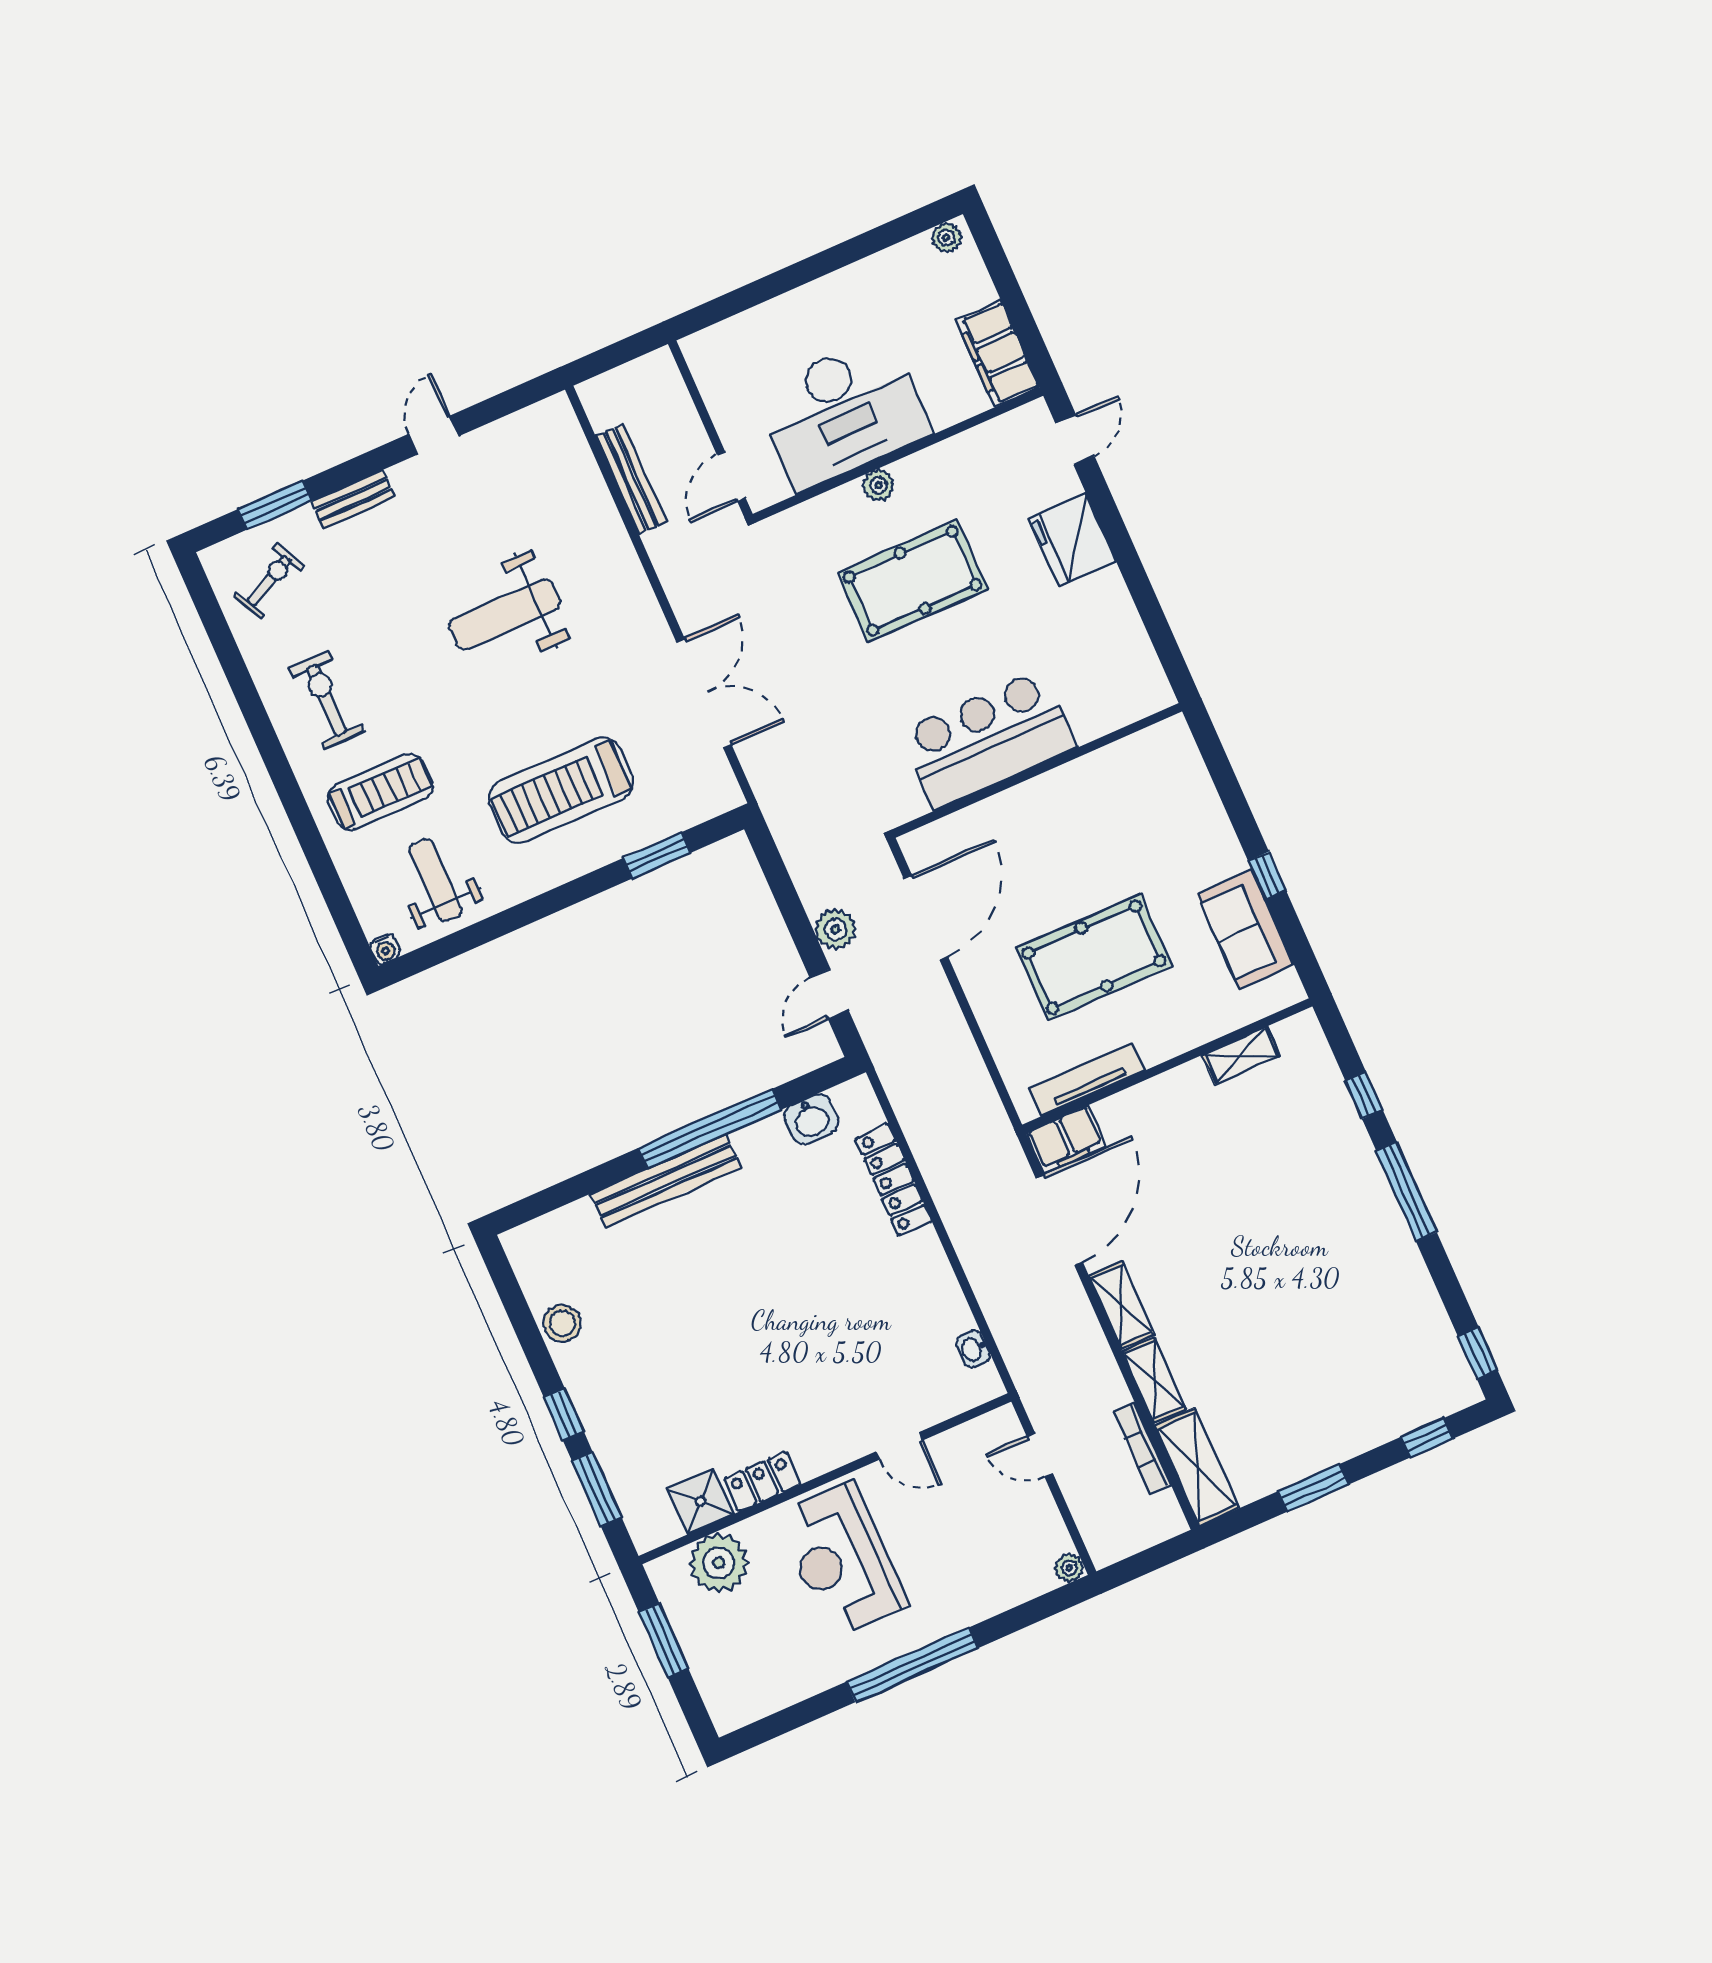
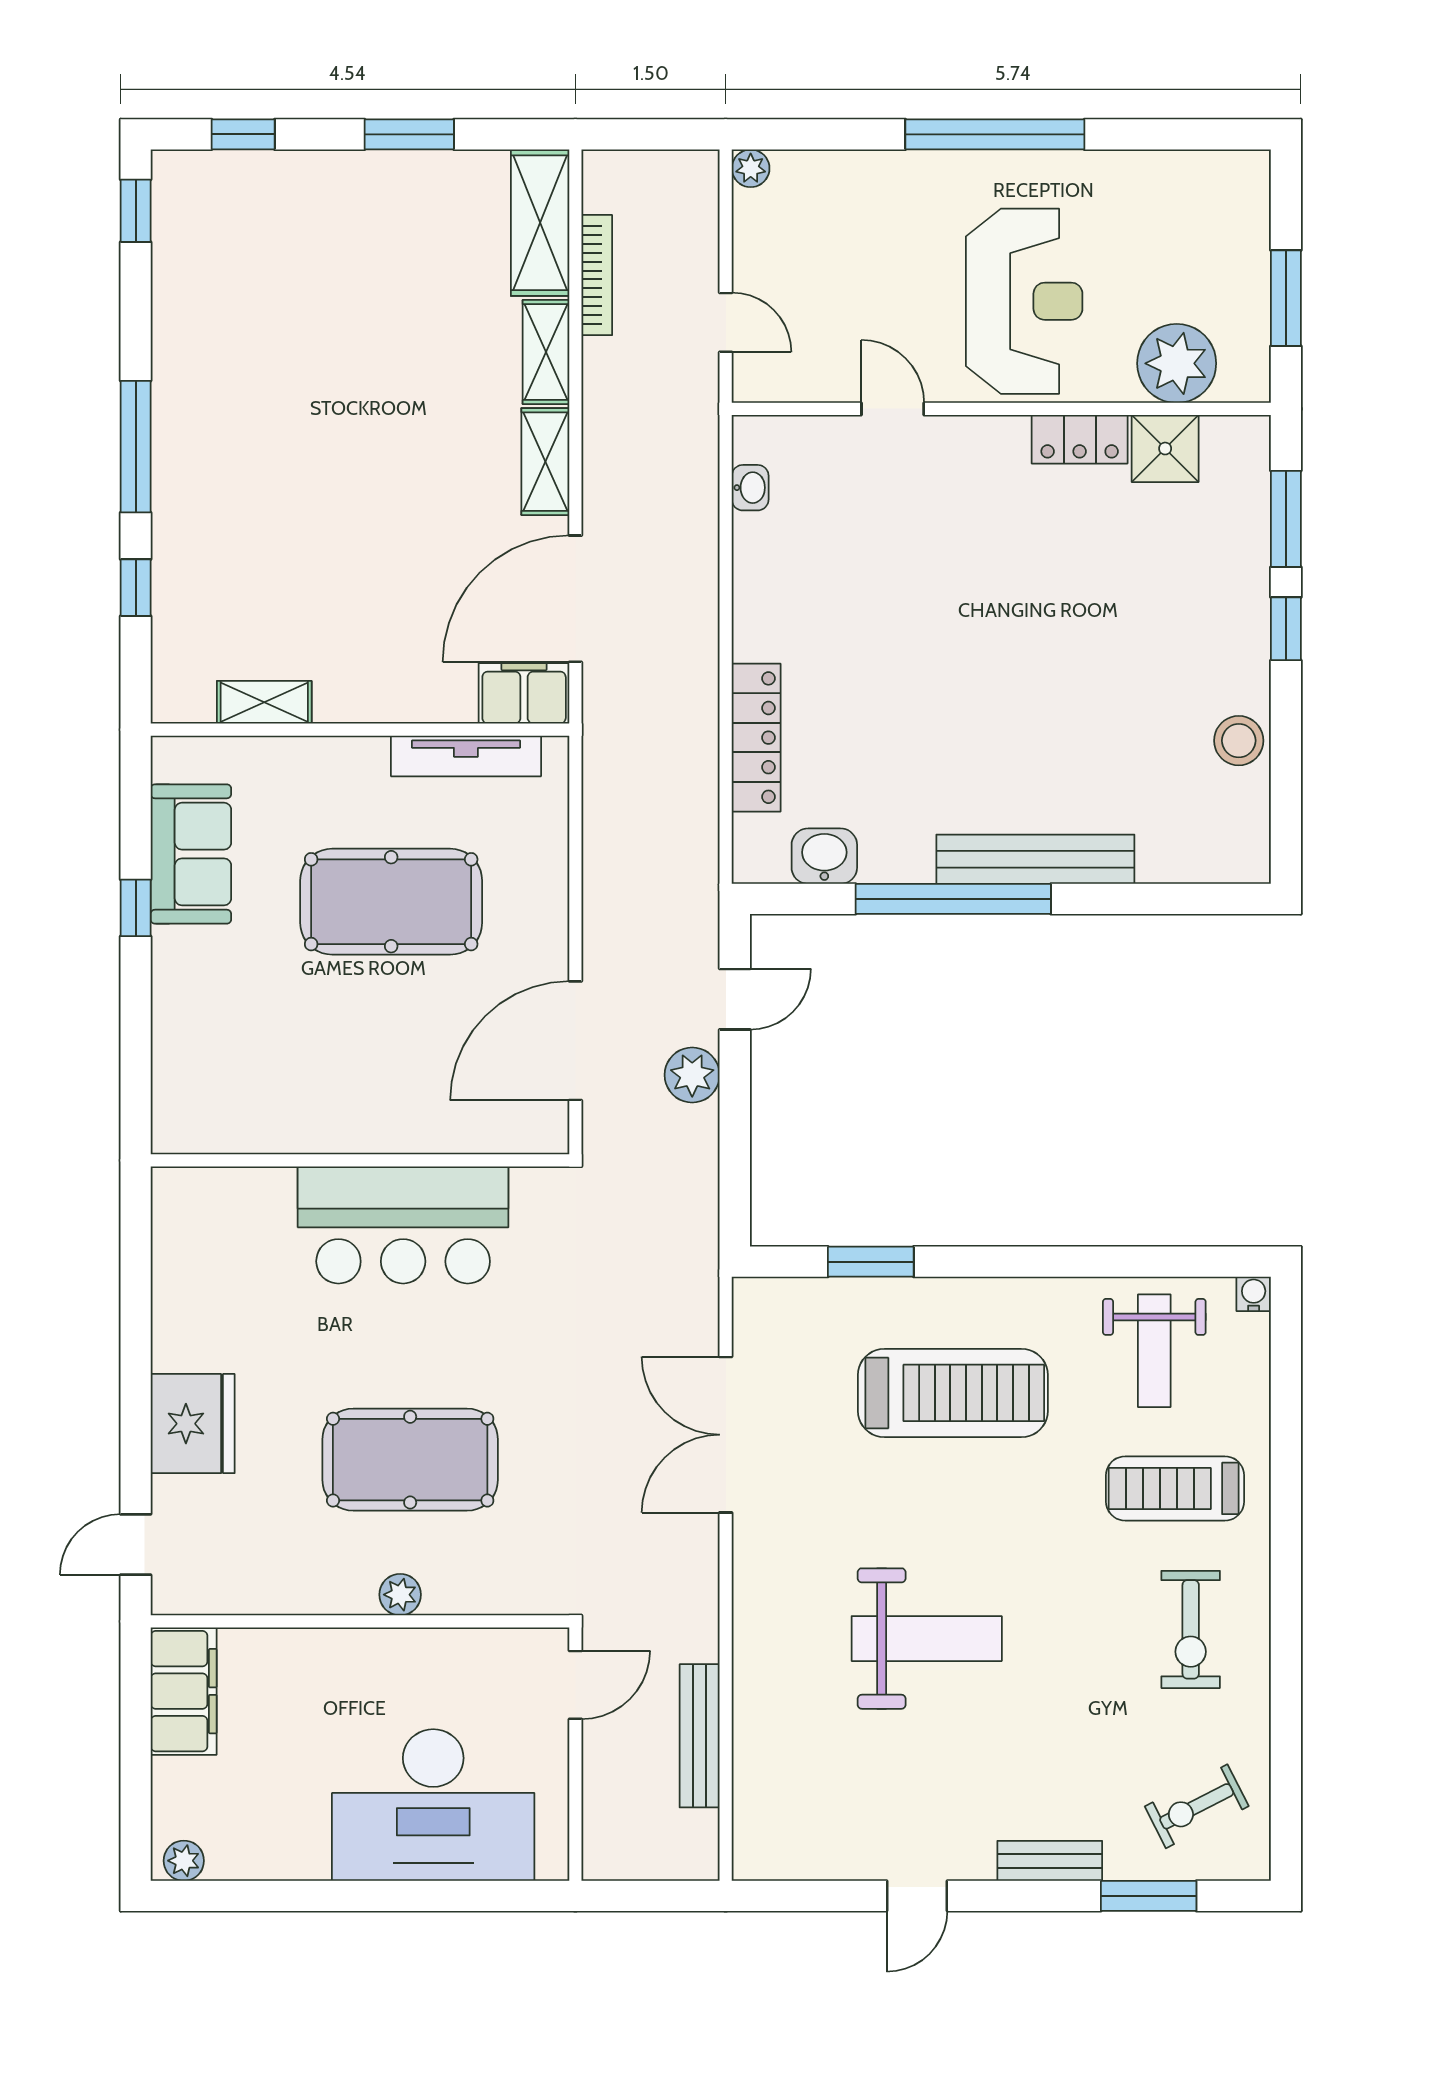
desk: (843, 412) -> (433, 1805), moved, turned 180

